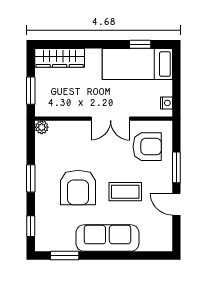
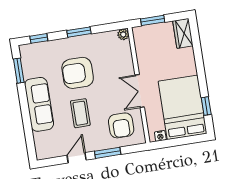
wardrobe: (60, 58) -> (183, 33), width x0.67
bed: (137, 64) -> (183, 107), width x1.50

